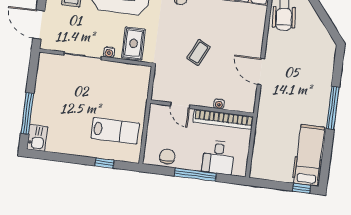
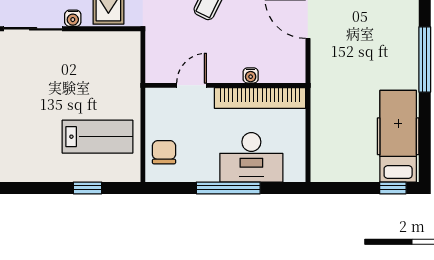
door: (180, 105) -> (192, 85), swing flipped
chair: (167, 157) -> (164, 152), moved
desk: (218, 157) -> (251, 157), width x1.37

